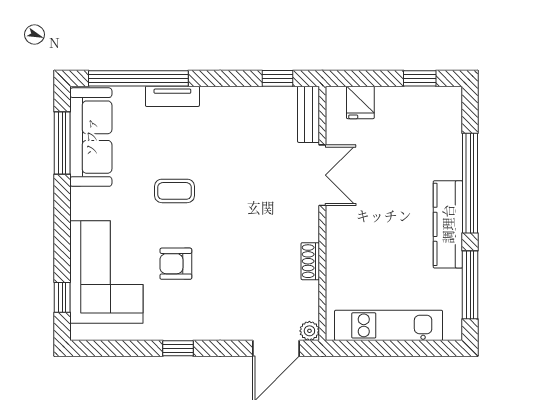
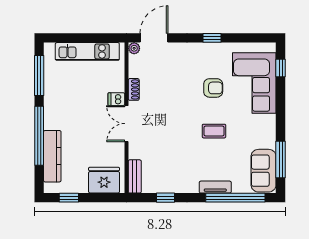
window: (277, 78) -> (165, 198), moved
fridge: (360, 102) -> (104, 180), width x1.88, depth x1.34
sofa: (91, 137) -> (264, 171), width x0.73
double door: (322, 175) -> (127, 124), moved
kitchen counter: (448, 224) -> (52, 156), moved
dishwasher: (339, 245) -> (116, 99), added

